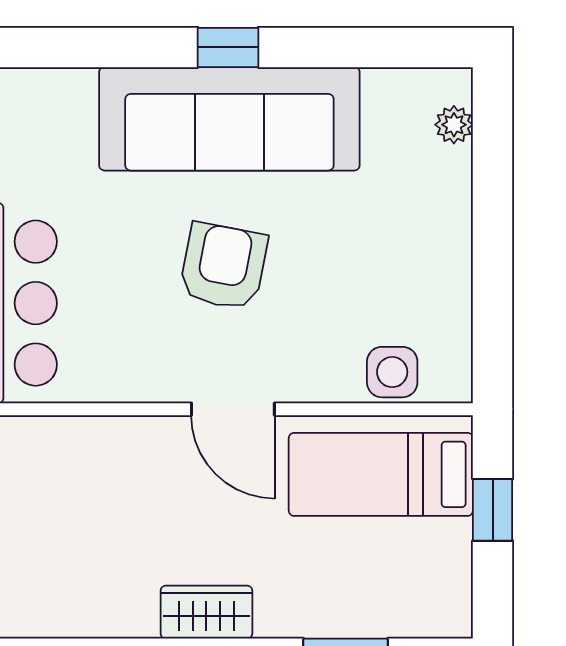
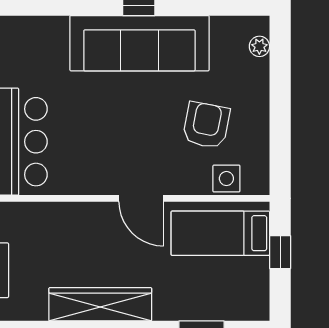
armchair: (223, 266) -> (206, 125), moved
wardrobe: (206, 612) -> (100, 304), width x2.10, depth x1.17

